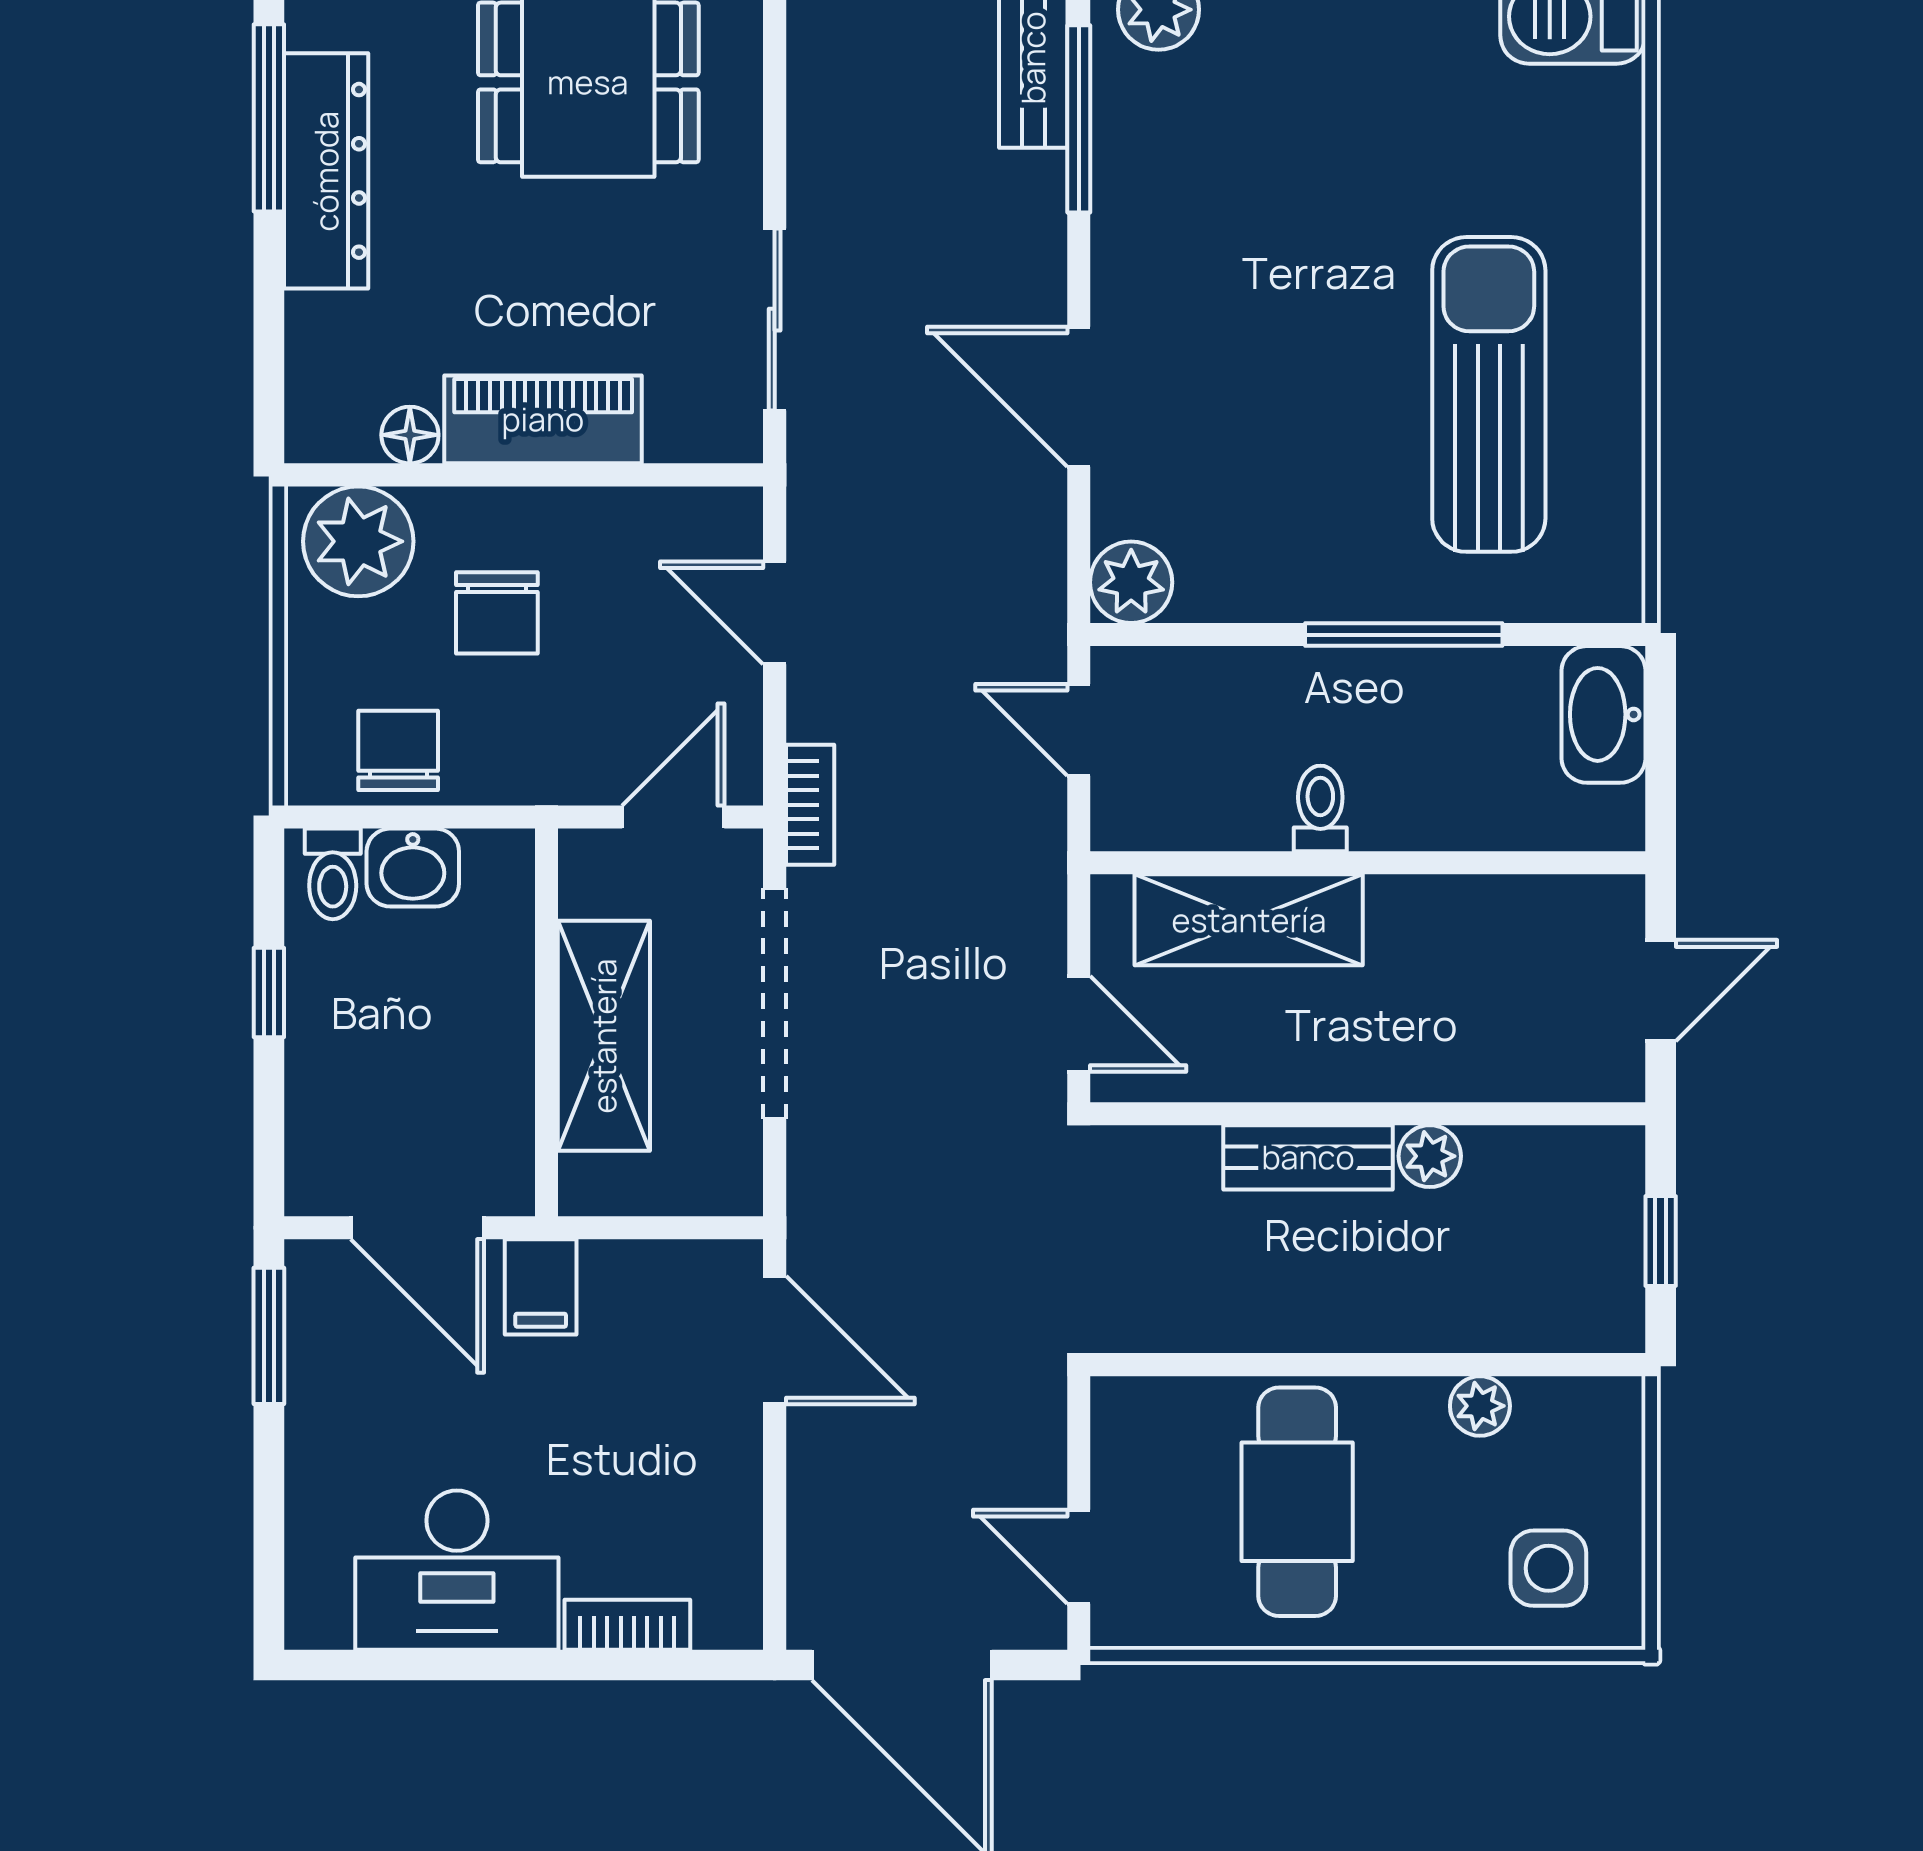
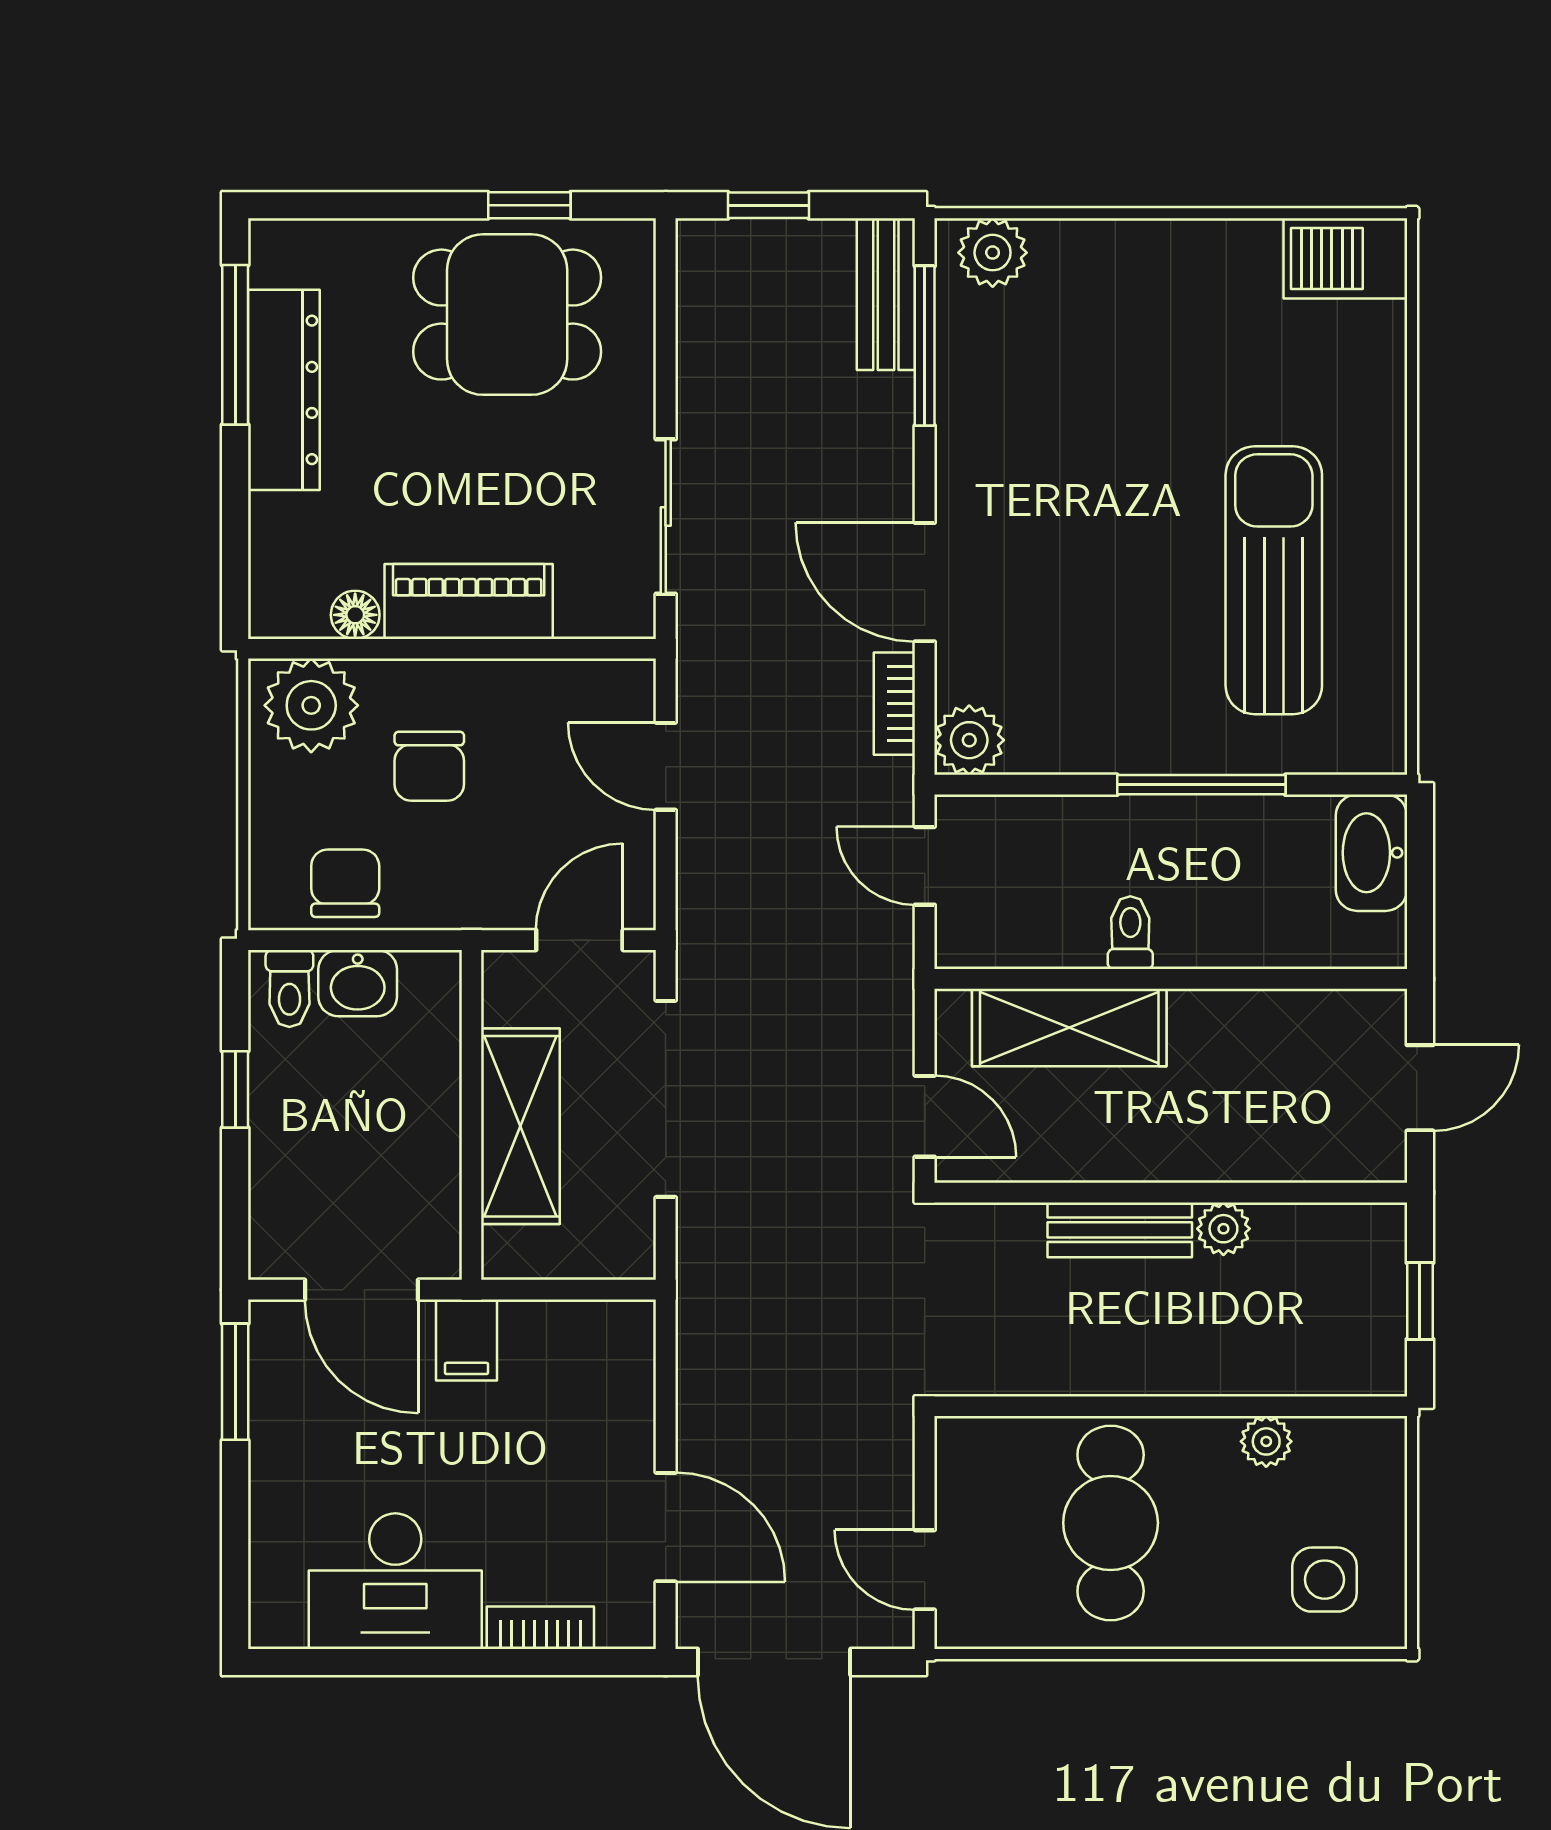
bookcase: (810, 805) -> (894, 704), moved, turned 180
door: (775, 1340) -> (666, 1527), moved

